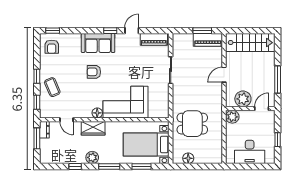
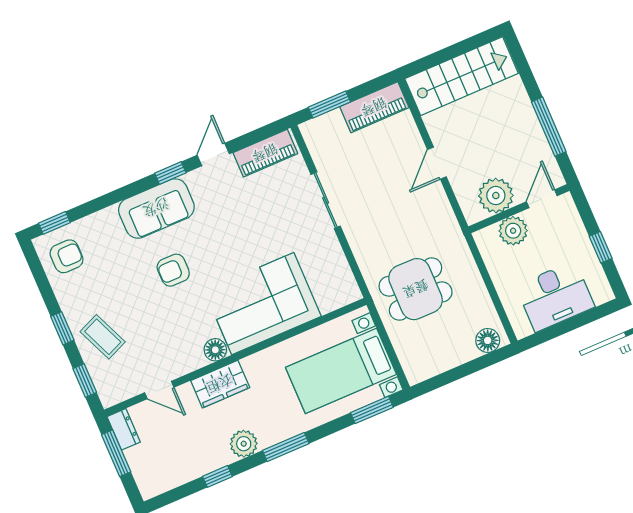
window: (202, 31) -> (329, 104), moved
armchair: (52, 47) -> (67, 256), turned -90
plant: (232, 117) -> (513, 231), moved
floor lamp: (188, 158) -> (488, 340), moved
window: (142, 166) -> (372, 410), moved

